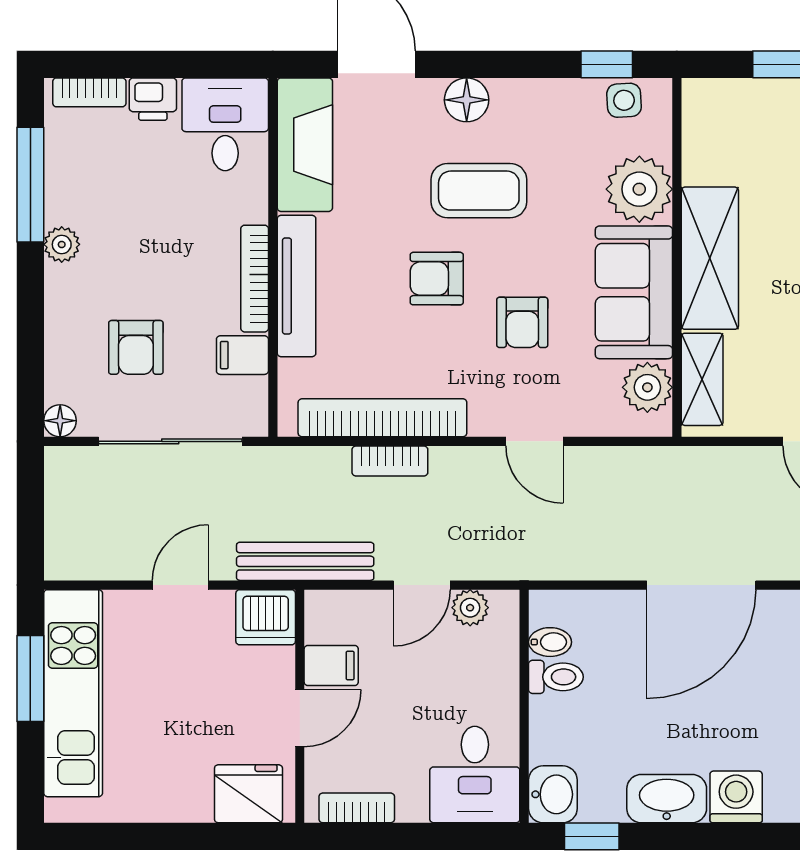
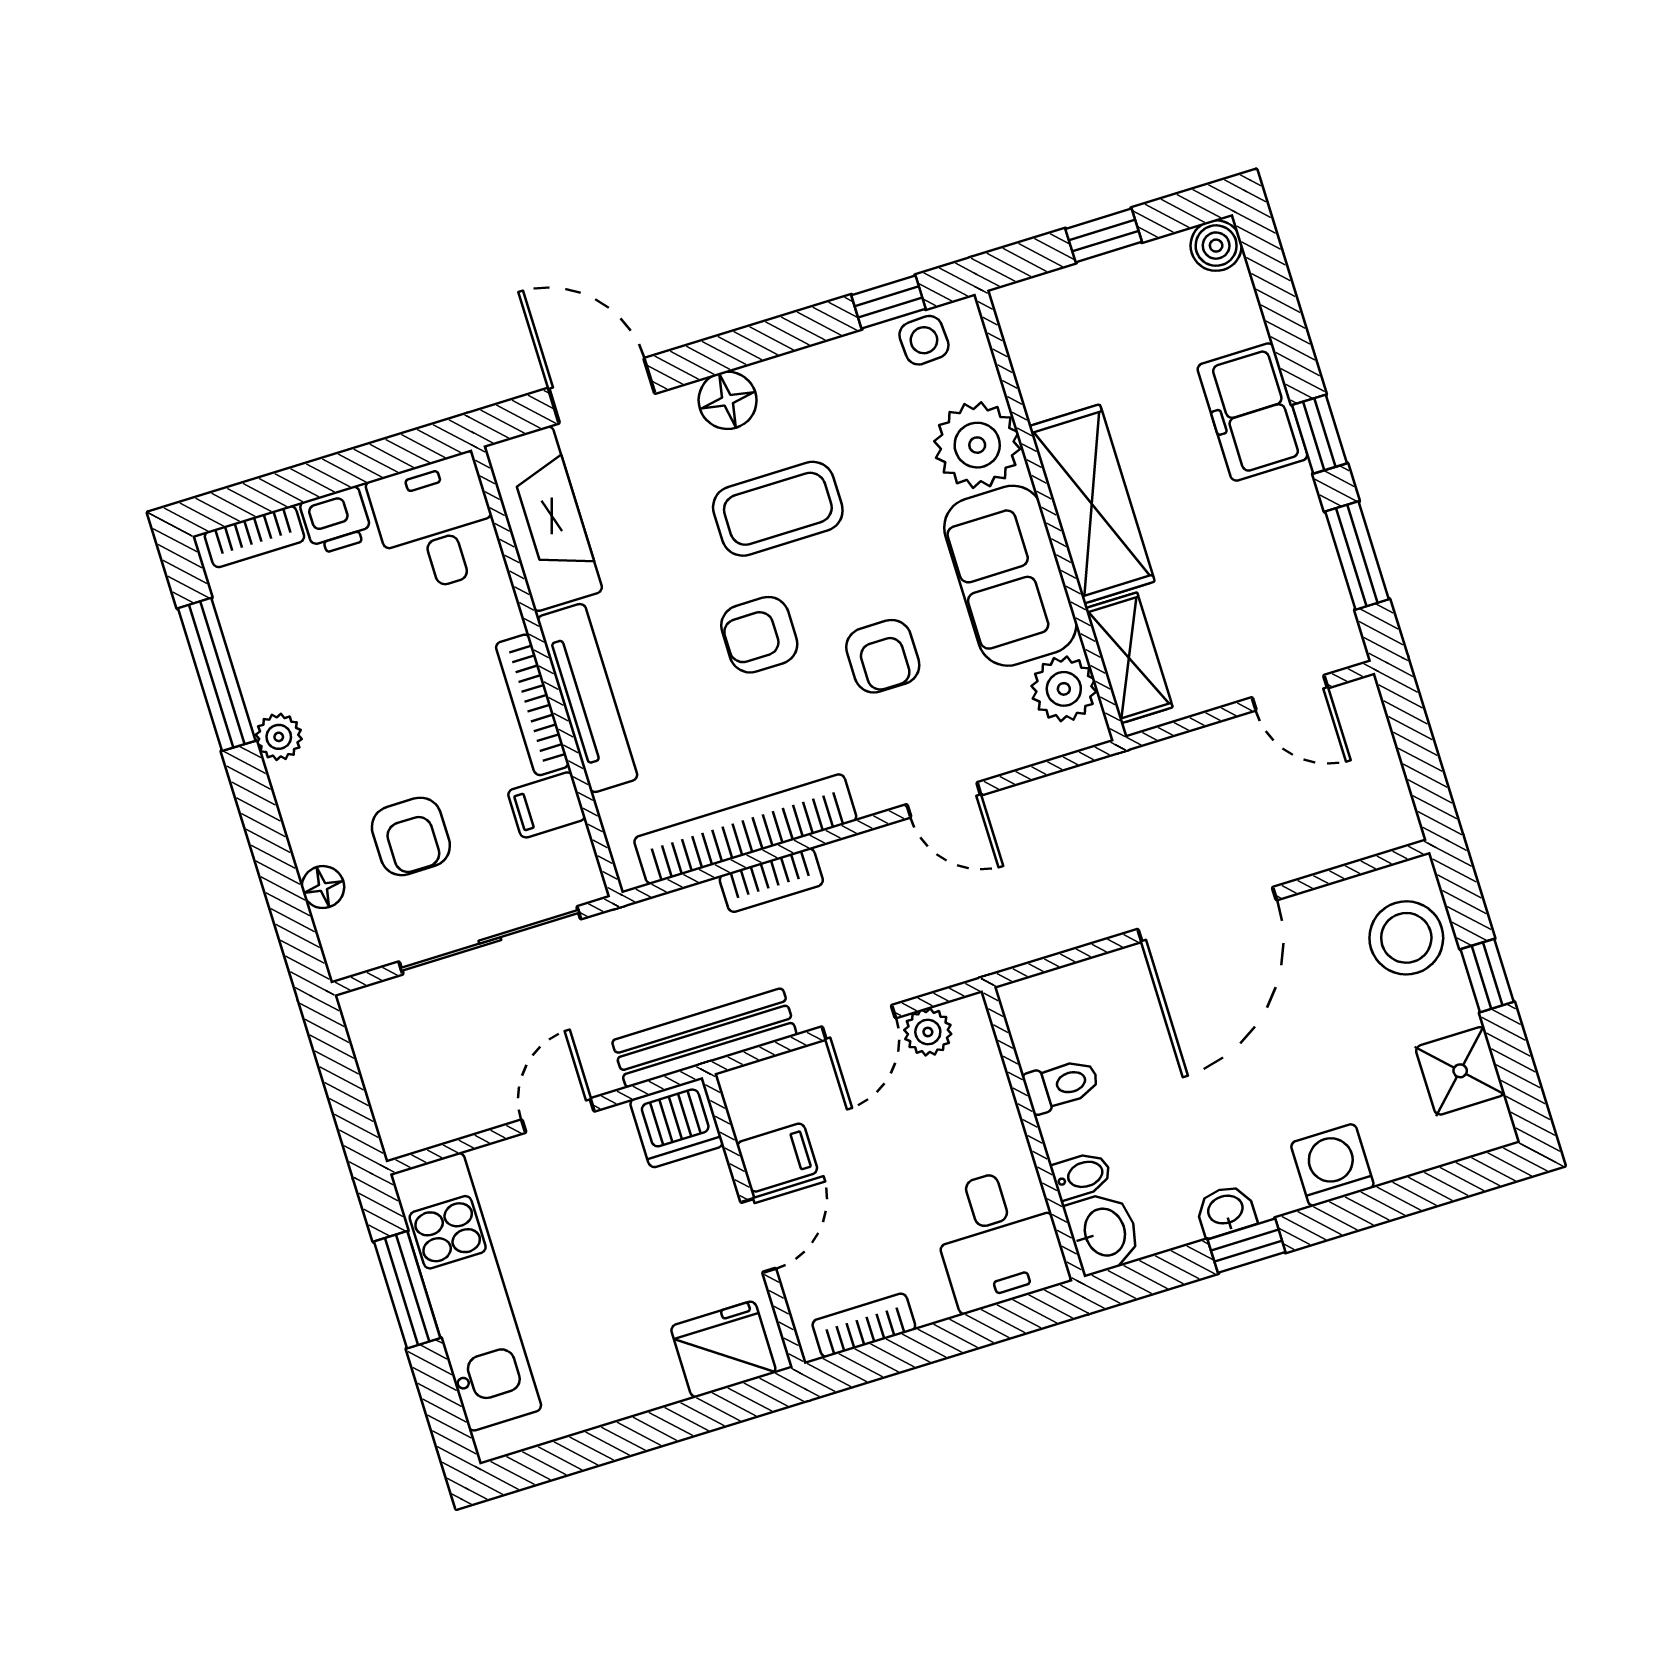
floor lamp: (60, 421) -> (323, 887), moved
bidet: (550, 642) -> (1082, 1176), moved
washbasin: (667, 799) -> (1226, 1211), width x0.52, depth x0.69
window: (592, 836) -> (1247, 1246), moved

